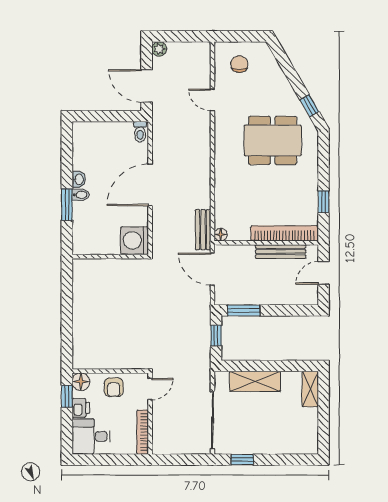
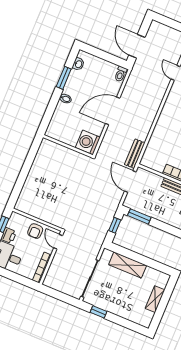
plant: (159, 49) -> (155, 26), removed
washbasin: (79, 179) -> (78, 64), moved
window: (67, 205) -> (64, 78), moved
floor lamp: (221, 235) -> (145, 162), removed
floor lamp: (81, 382) -> (16, 219), removed
door: (150, 389) -> (58, 242), swing flipped
shelving: (310, 389) -> (155, 299), moved

